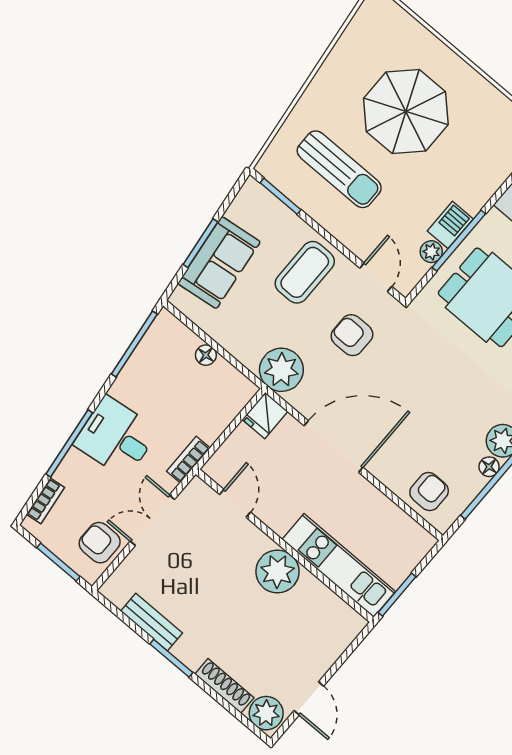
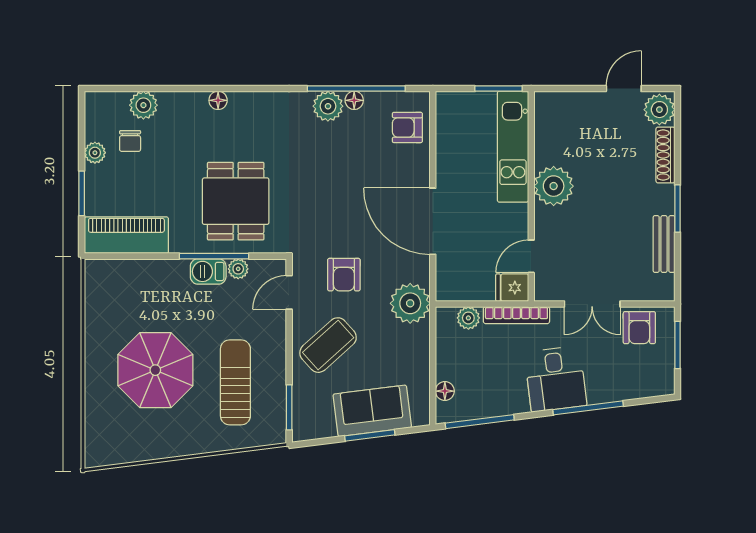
coffee table: (305, 272) -> (328, 345), turned -42
floor lamp: (206, 355) -> (445, 391), moved
plant: (228, 408) -> (468, 318), added
fridge: (265, 415) -> (512, 288), moved, turned 180
bookcase: (188, 459) -> (516, 315), width x1.56
bookcase: (45, 501) -> (642, 390), removed

